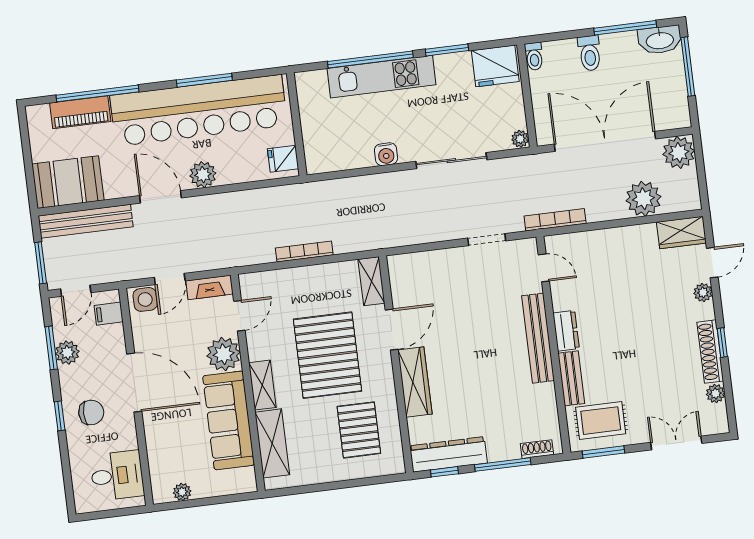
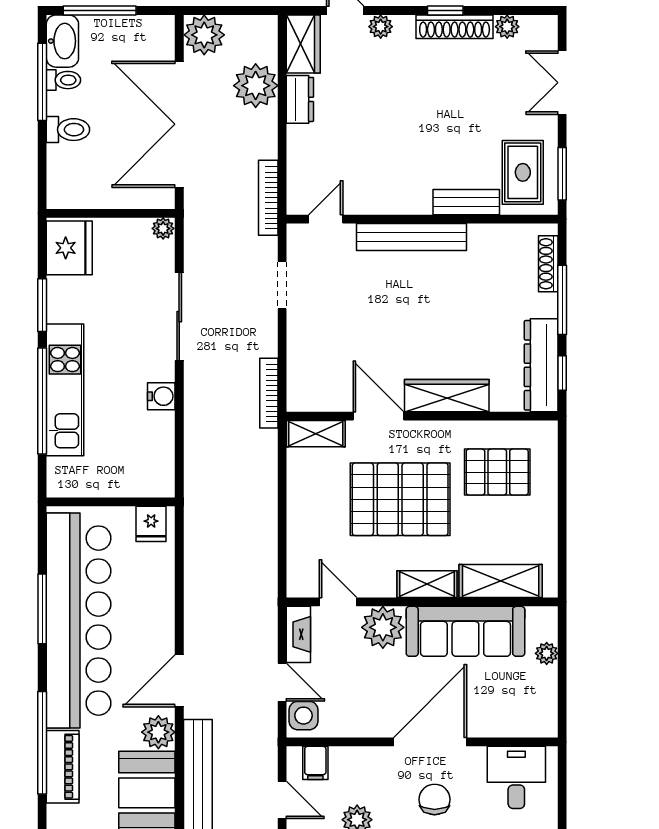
toilet: (534, 56) -> (63, 80), moved
plant: (203, 175) -> (158, 732), moved
bookcase: (304, 252) -> (269, 393), moved
dresser: (566, 331) -> (300, 99), moved, turned 90
door: (134, 383) -> (430, 742), moved
shoe rack: (537, 449) -> (548, 264), width x1.43
plant: (182, 492) -> (547, 653), moved

